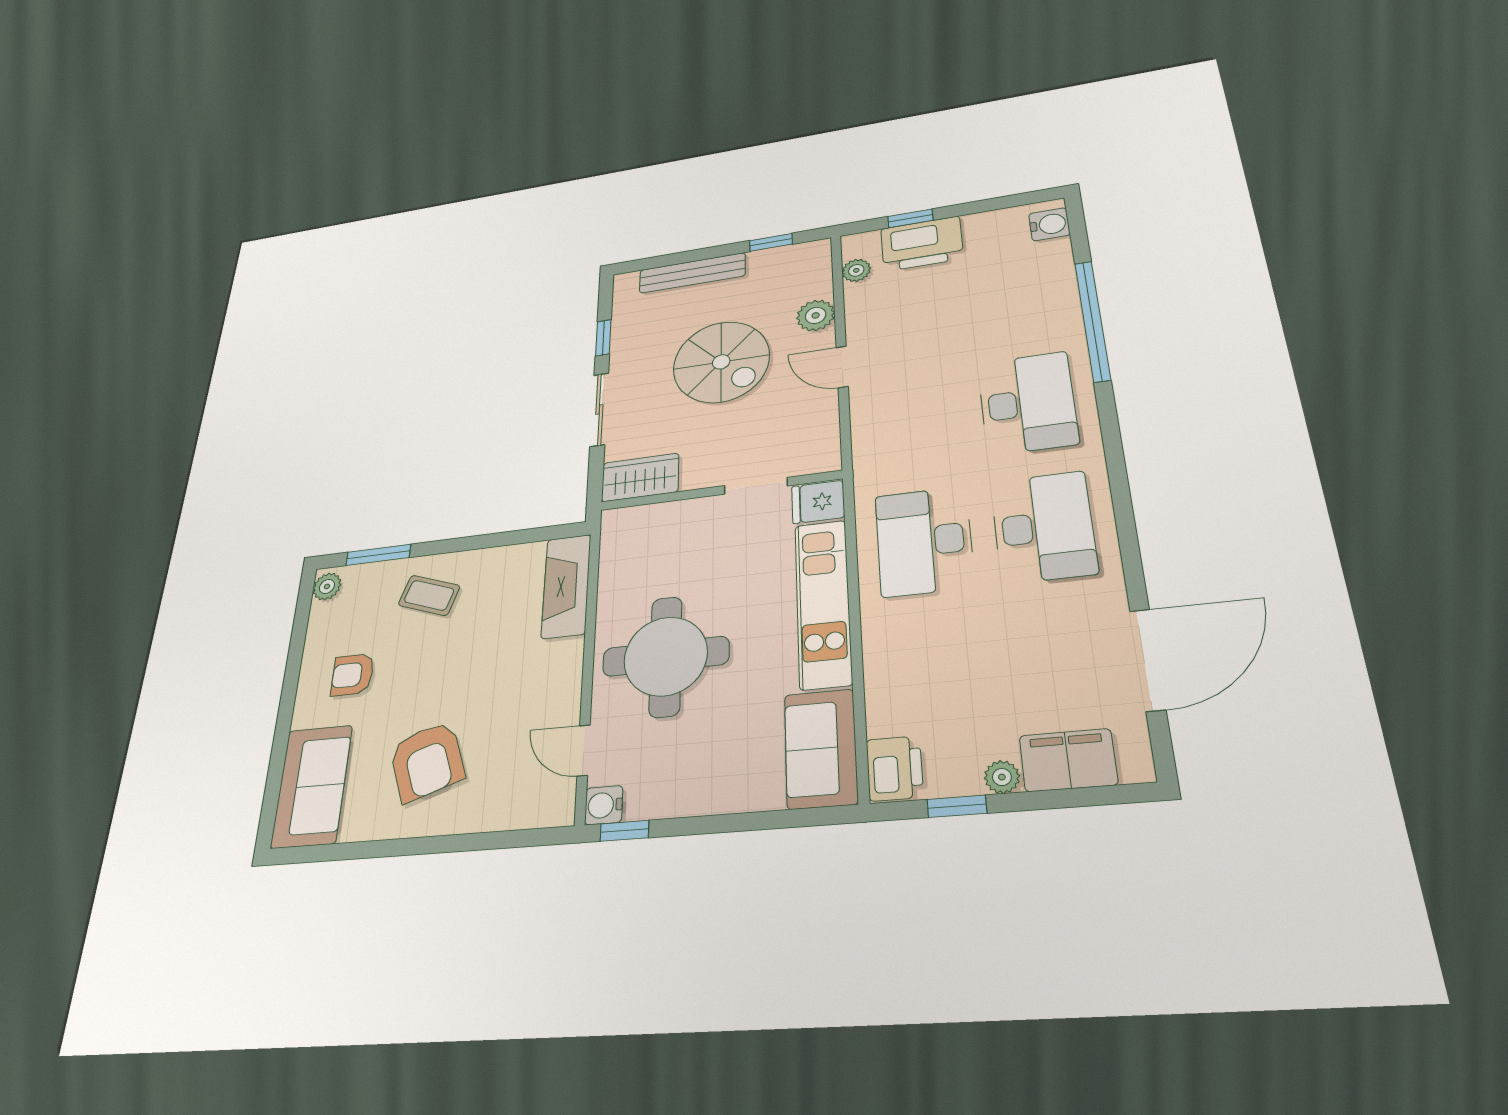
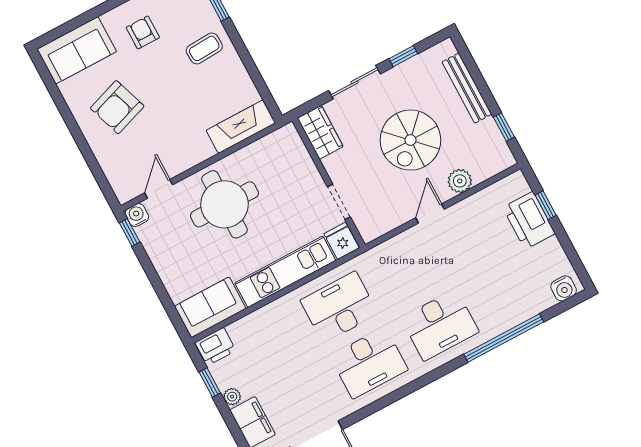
plant: (856, 270) -> (499, 190), removed
coffee table: (429, 595) -> (204, 48), turned 68

